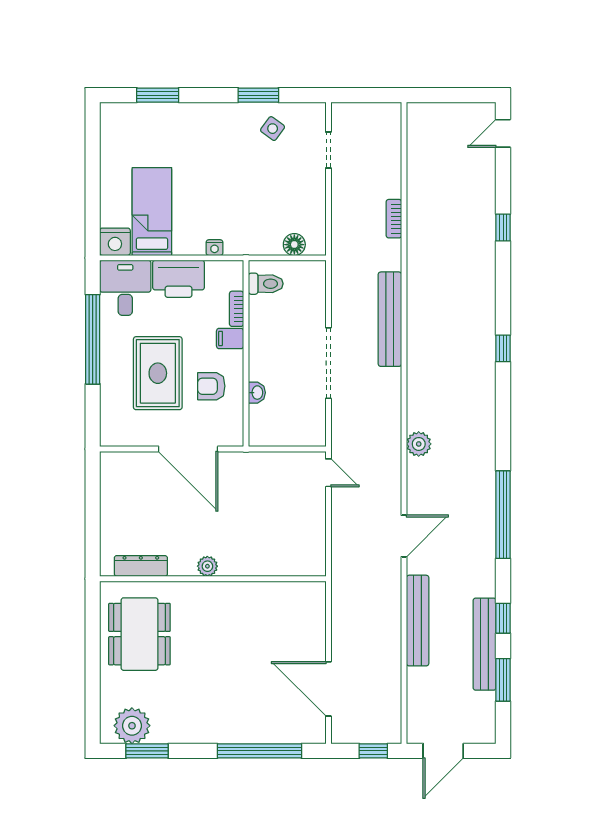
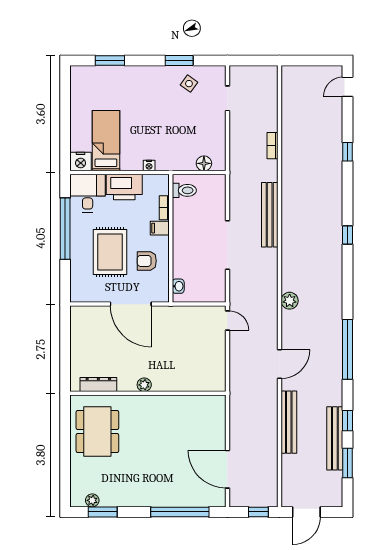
washbasin: (257, 393) -> (178, 286), moved
plant: (132, 726) -> (92, 500), width x0.53, depth x0.53

